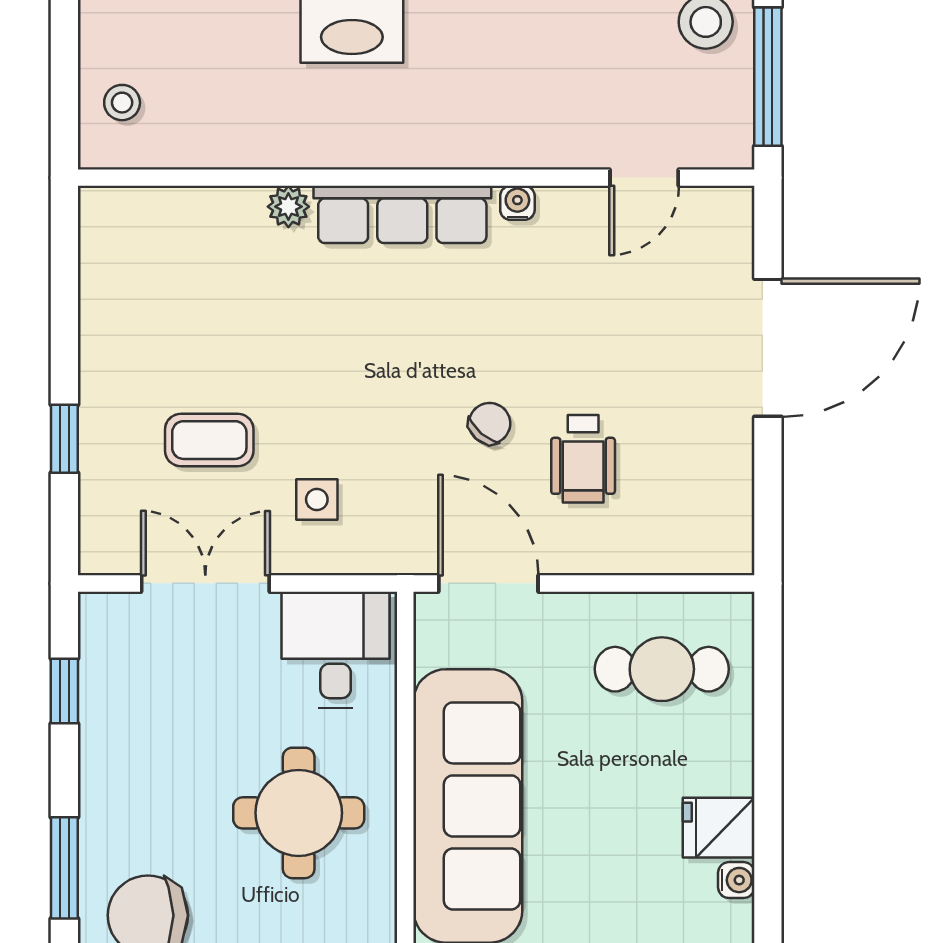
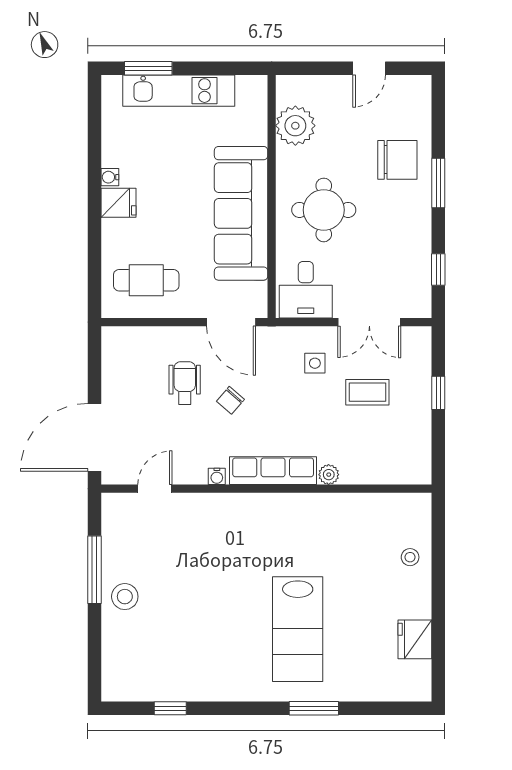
wall: (416, 178) -> (266, 489), moved
door: (644, 178) -> (155, 489), moved
water cooler: (517, 203) -> (217, 476), moved
plant: (288, 207) -> (329, 475), moved
row of seats: (402, 214) -> (273, 471), moved

